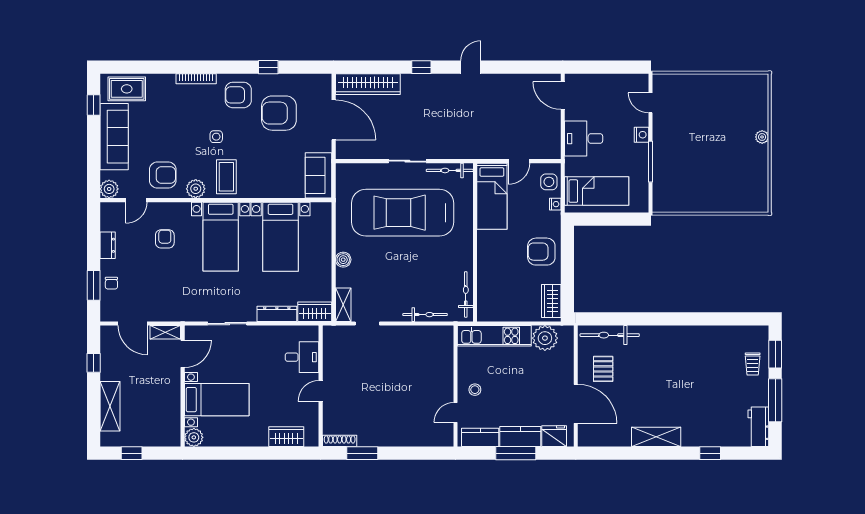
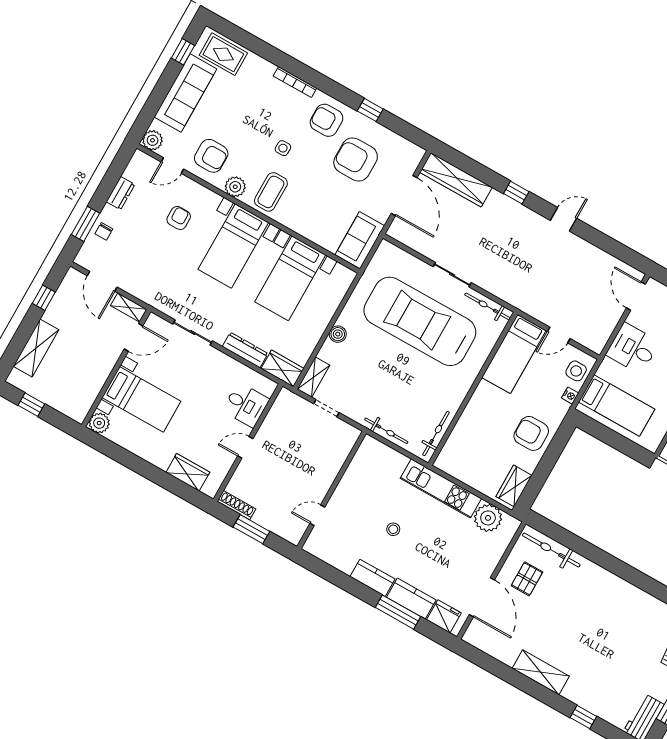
wall: (456, 386) -> (332, 490), moved
door: (456, 412) -> (317, 515), moved

